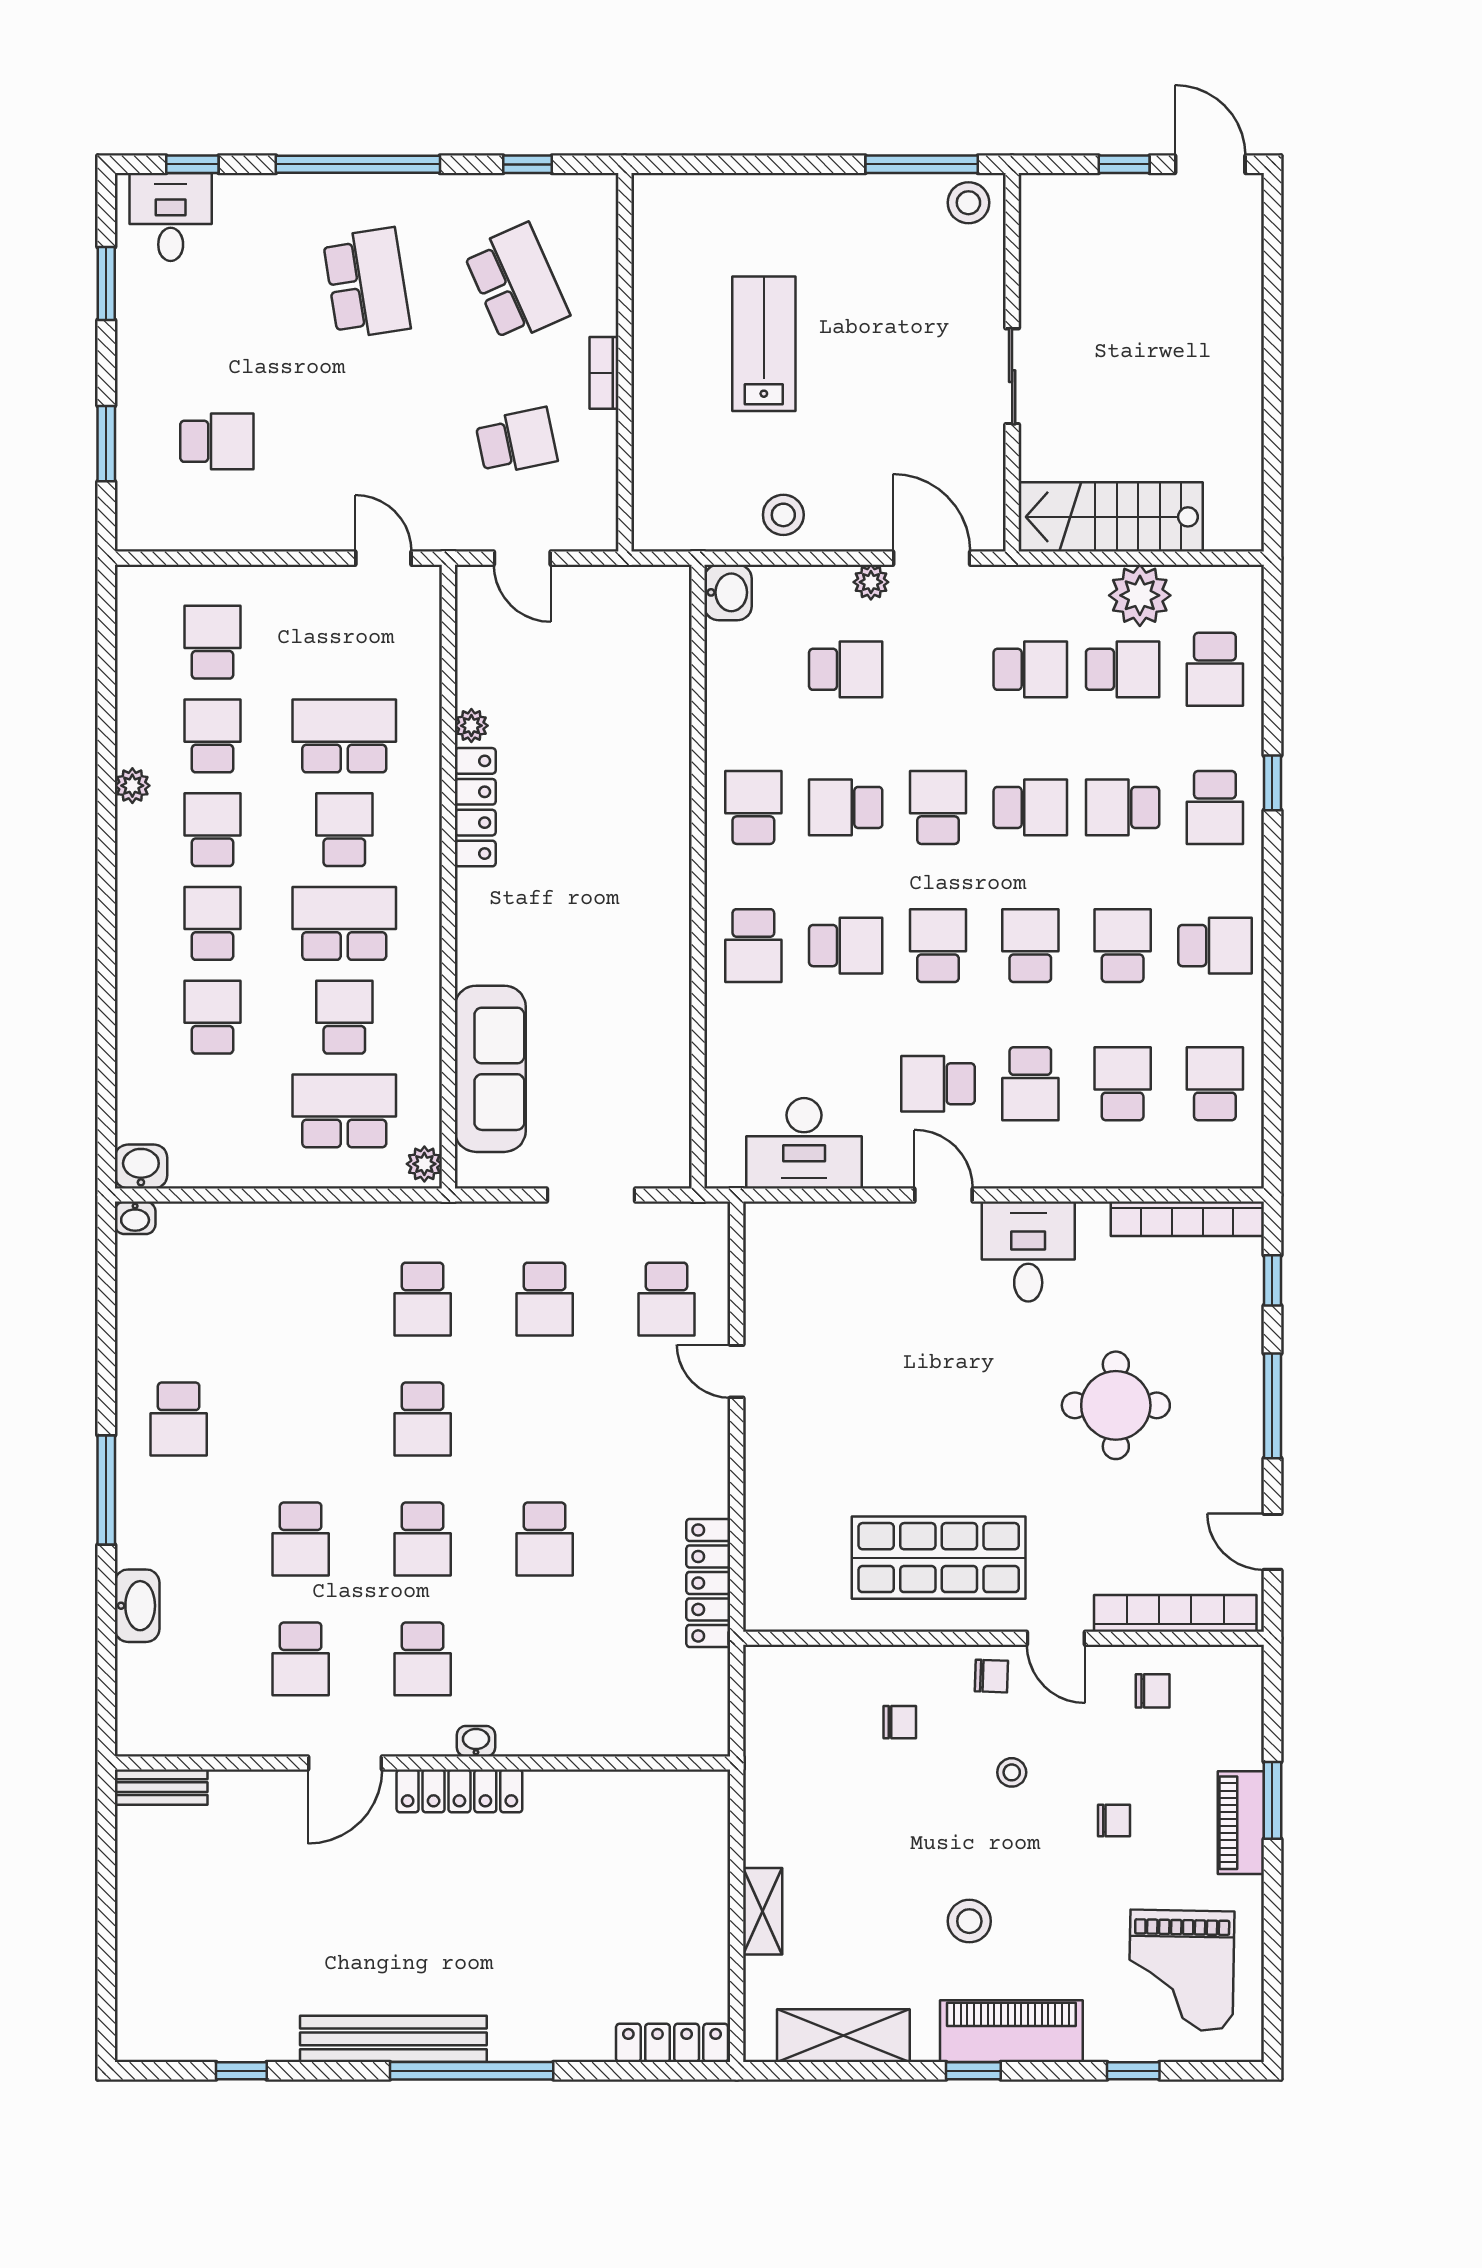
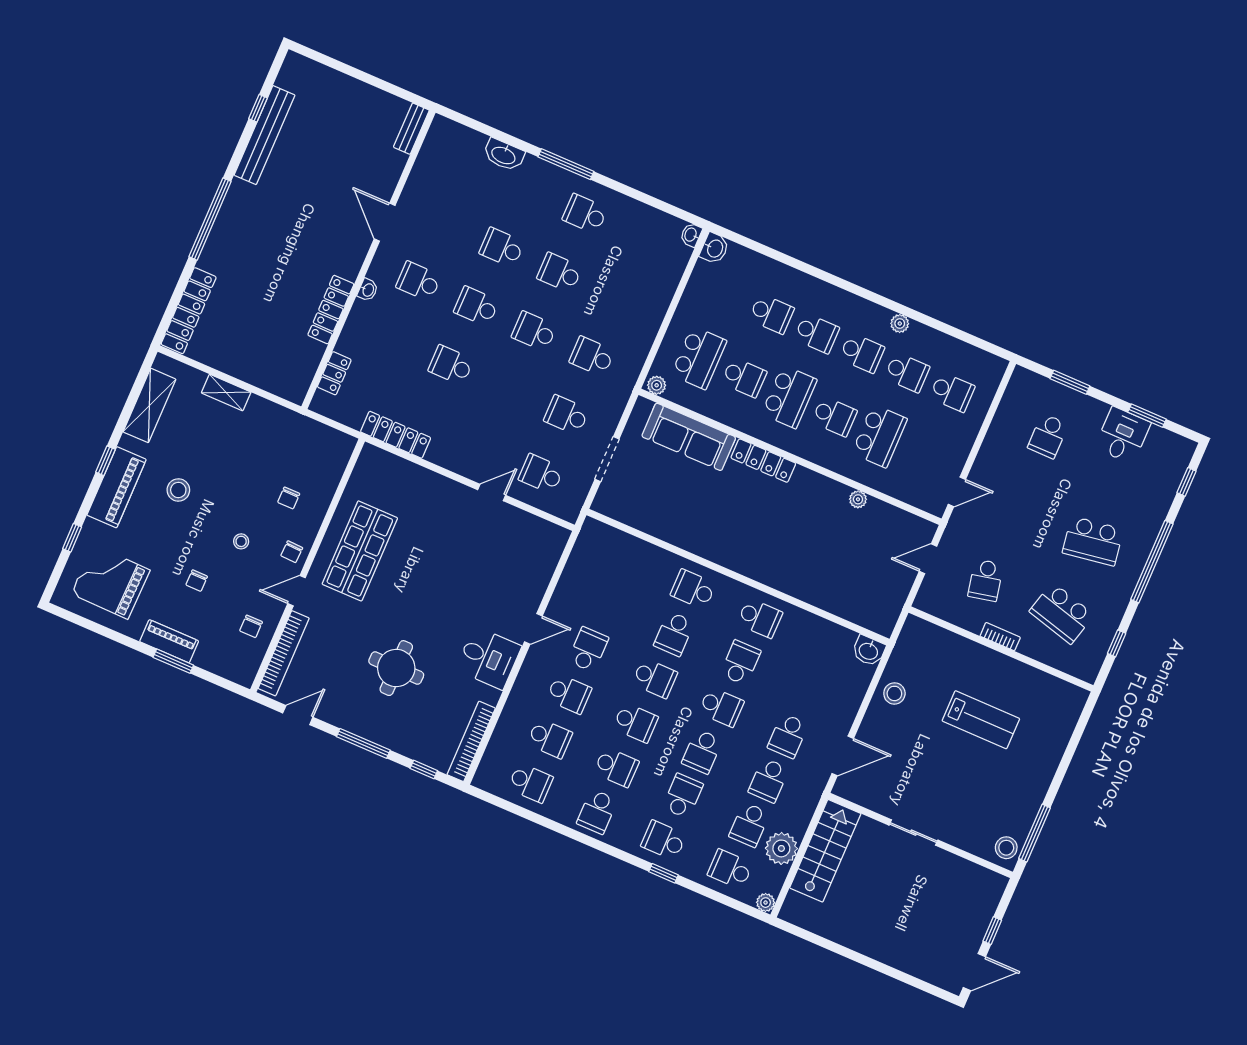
desk: (171, 217) -> (1123, 435), moved, turned -90
school desk: (516, 283) -> (1062, 613), turned 39
plant: (871, 582) -> (766, 903), moved
school desk: (846, 669) -> (788, 736), moved
locker: (475, 807) -> (763, 461), moved
school desk: (1030, 1084) -> (569, 694), turned 180
desk: (804, 1143) -> (587, 572), removed
school desk: (301, 1659) -> (560, 273), moved
locker: (647, 1737) -> (334, 373), added
locker: (459, 1791) -> (331, 310), moved
bench: (393, 2039) -> (265, 135), moved
locker: (672, 2043) -> (189, 311), width x1.41, depth x1.21

